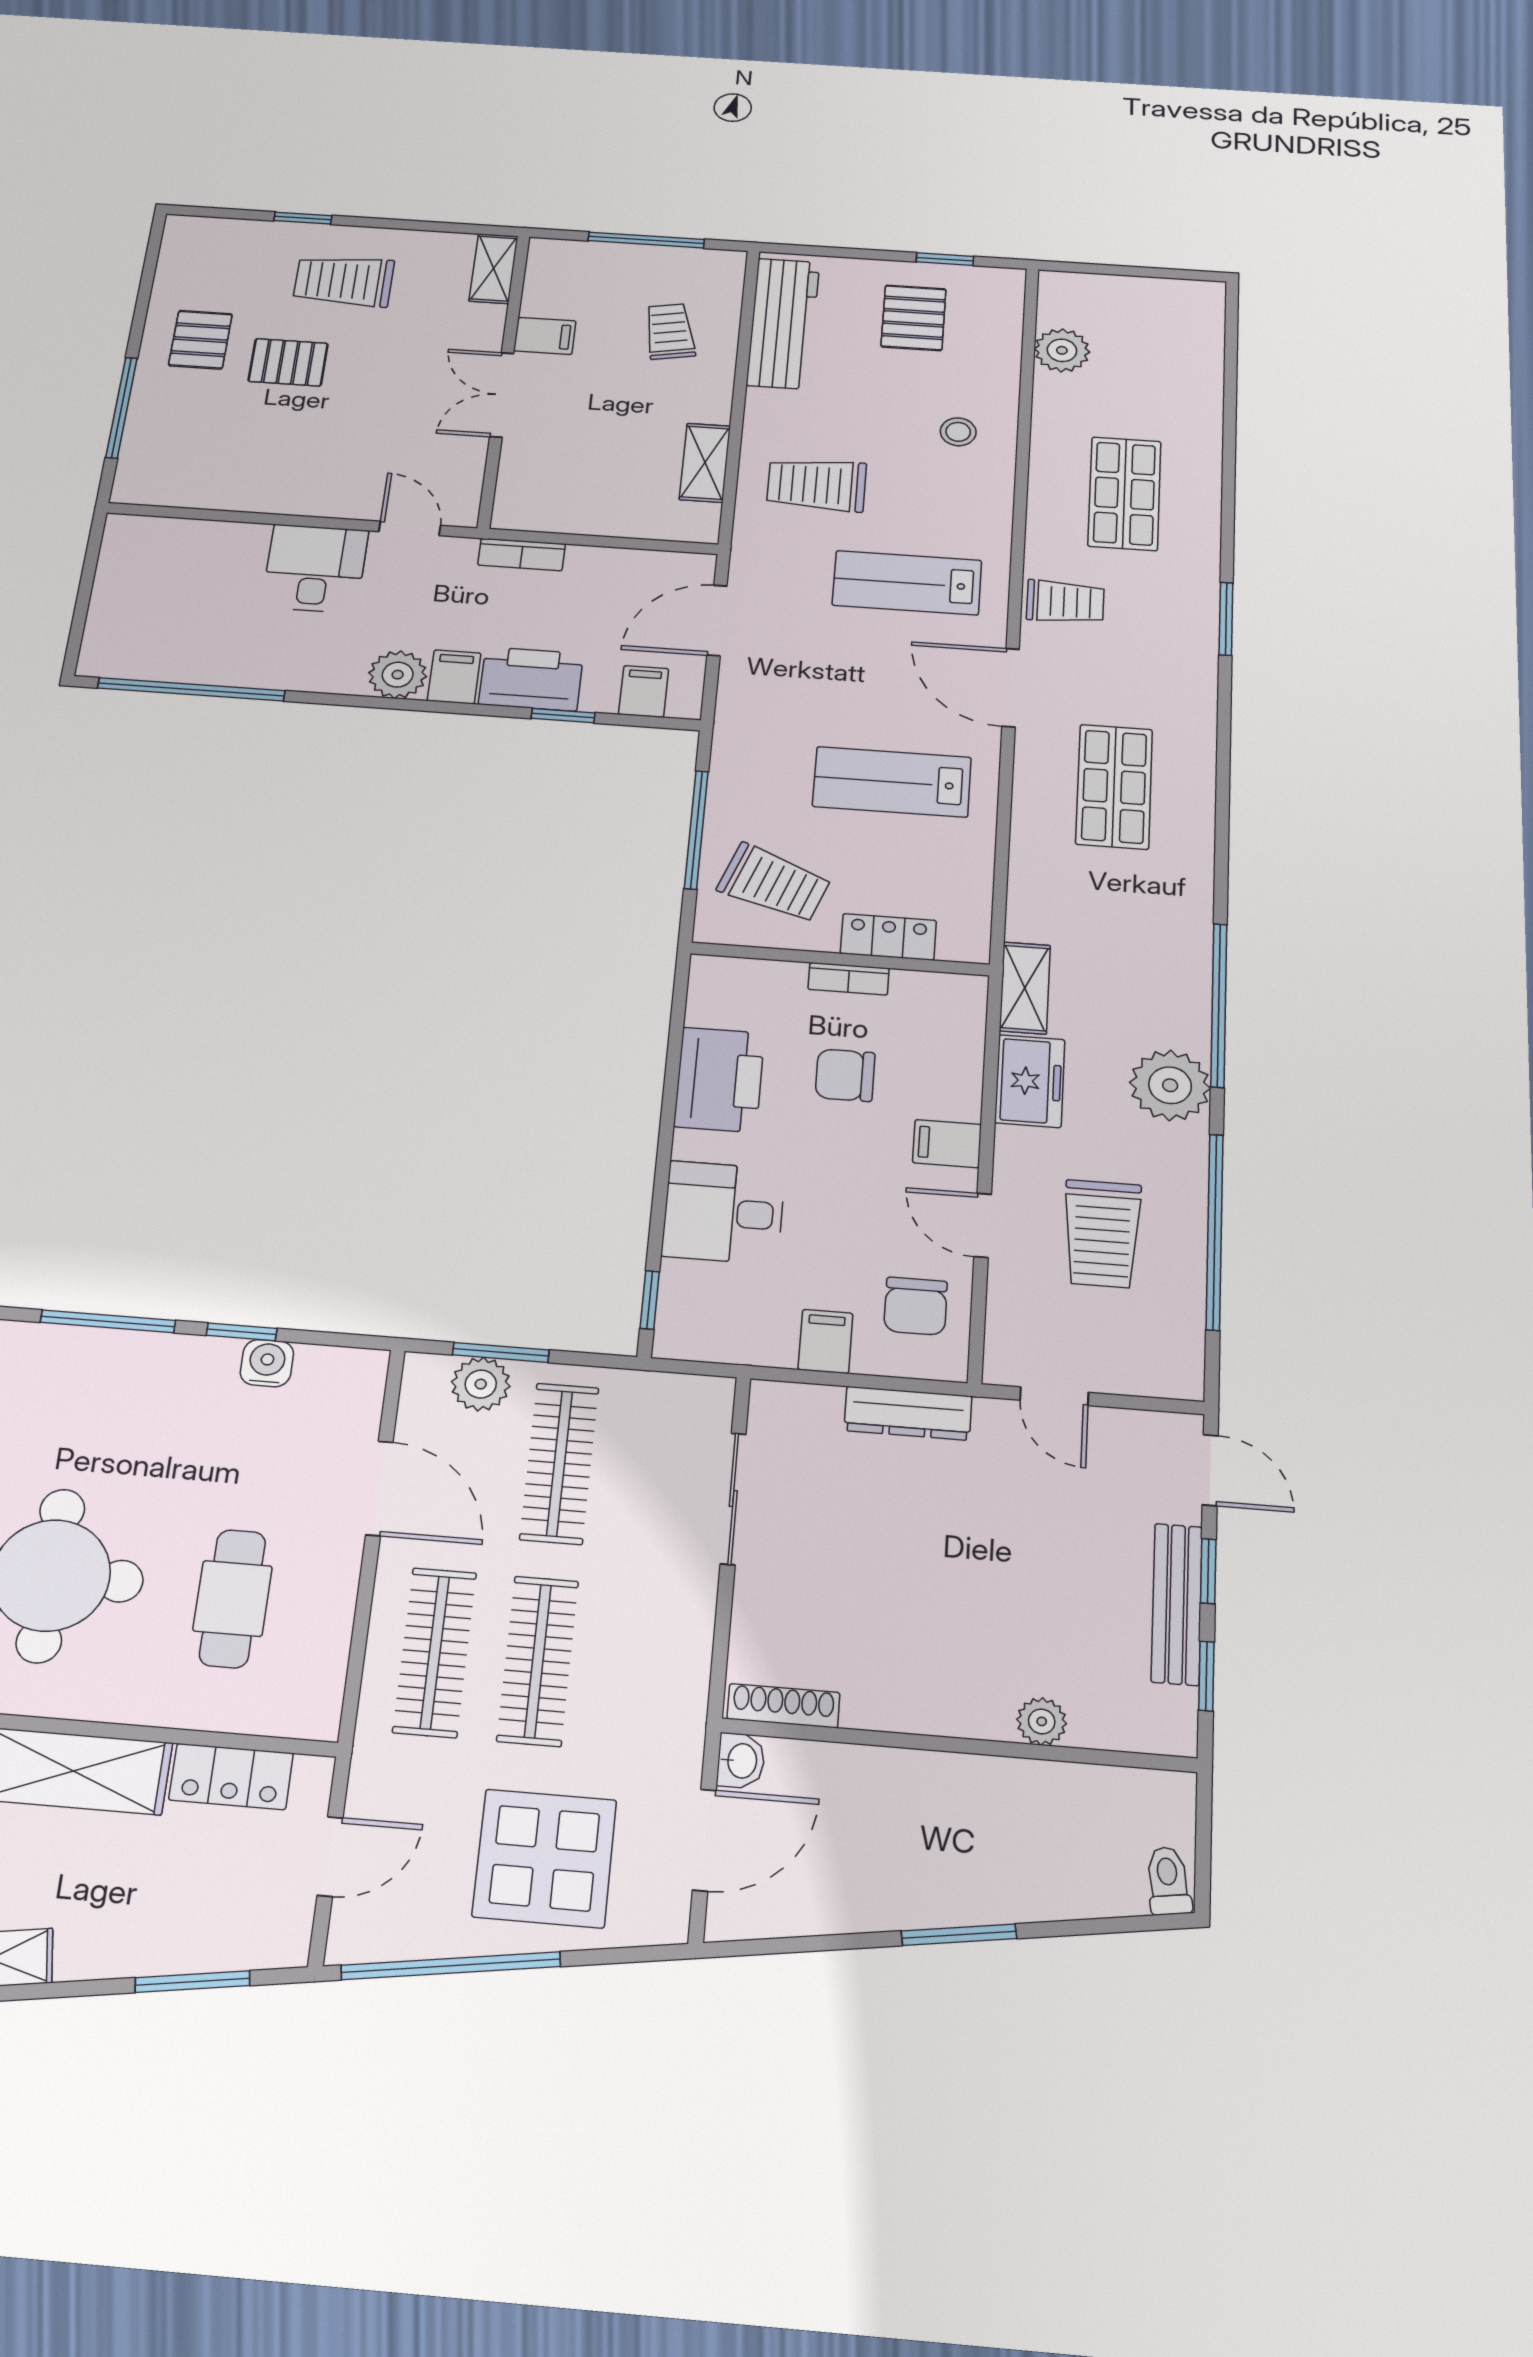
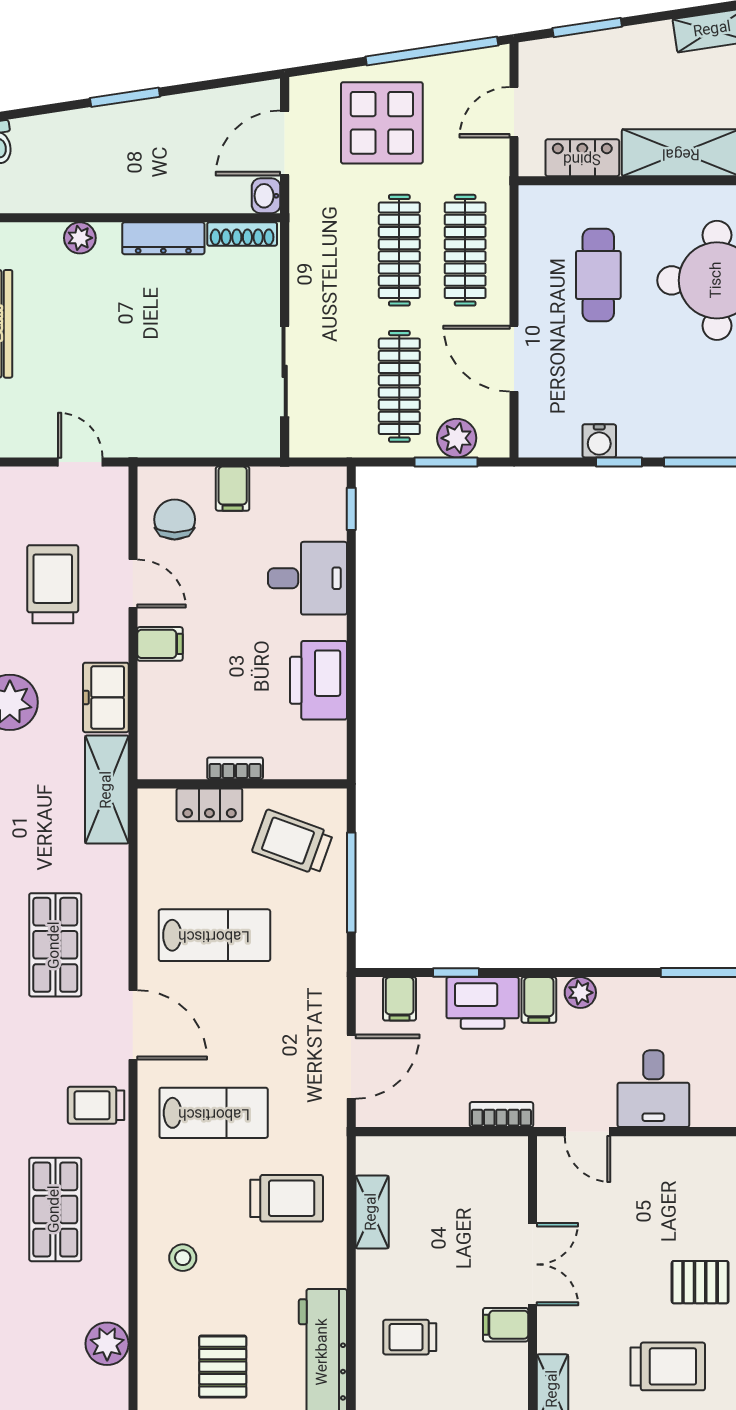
trolley: (670, 331) -> (410, 1337), turned 101
plant: (398, 675) -> (580, 993), width x0.73, depth x0.73
shelving: (1025, 988) -> (107, 790), width x1.50, depth x1.33
chair: (845, 1075) -> (233, 691), removed
dresser: (908, 1413) -> (163, 238), moved, turned 180

